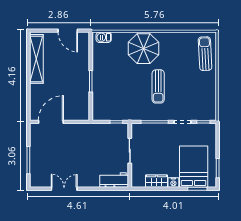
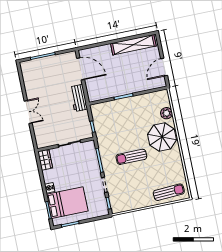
barbecue: (104, 37) -> (165, 100), removed
plant: (119, 38) -> (166, 113), added
workbench: (114, 180) -> (79, 98), moved, turned 180
wardrobe: (156, 181) -> (45, 160), moved
double door: (64, 189) -> (28, 112), moved

